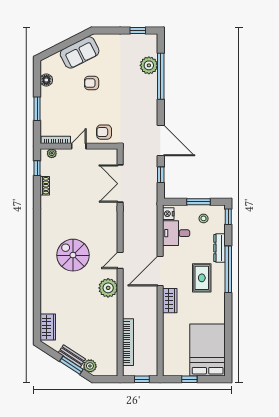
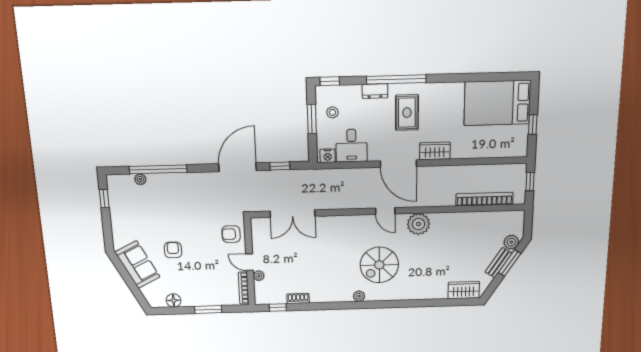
plant: (149, 65) -> (140, 179), width x0.53, depth x0.53
armchair: (92, 83) -> (173, 250), turned 180
armchair: (104, 132) -> (231, 234), turned 90
plant: (52, 153) -> (259, 276), moved
plant: (45, 238) -> (359, 296), added
dresser: (220, 248) -> (375, 91), width x0.70
rug: (202, 278) -> (407, 113), turned 90

